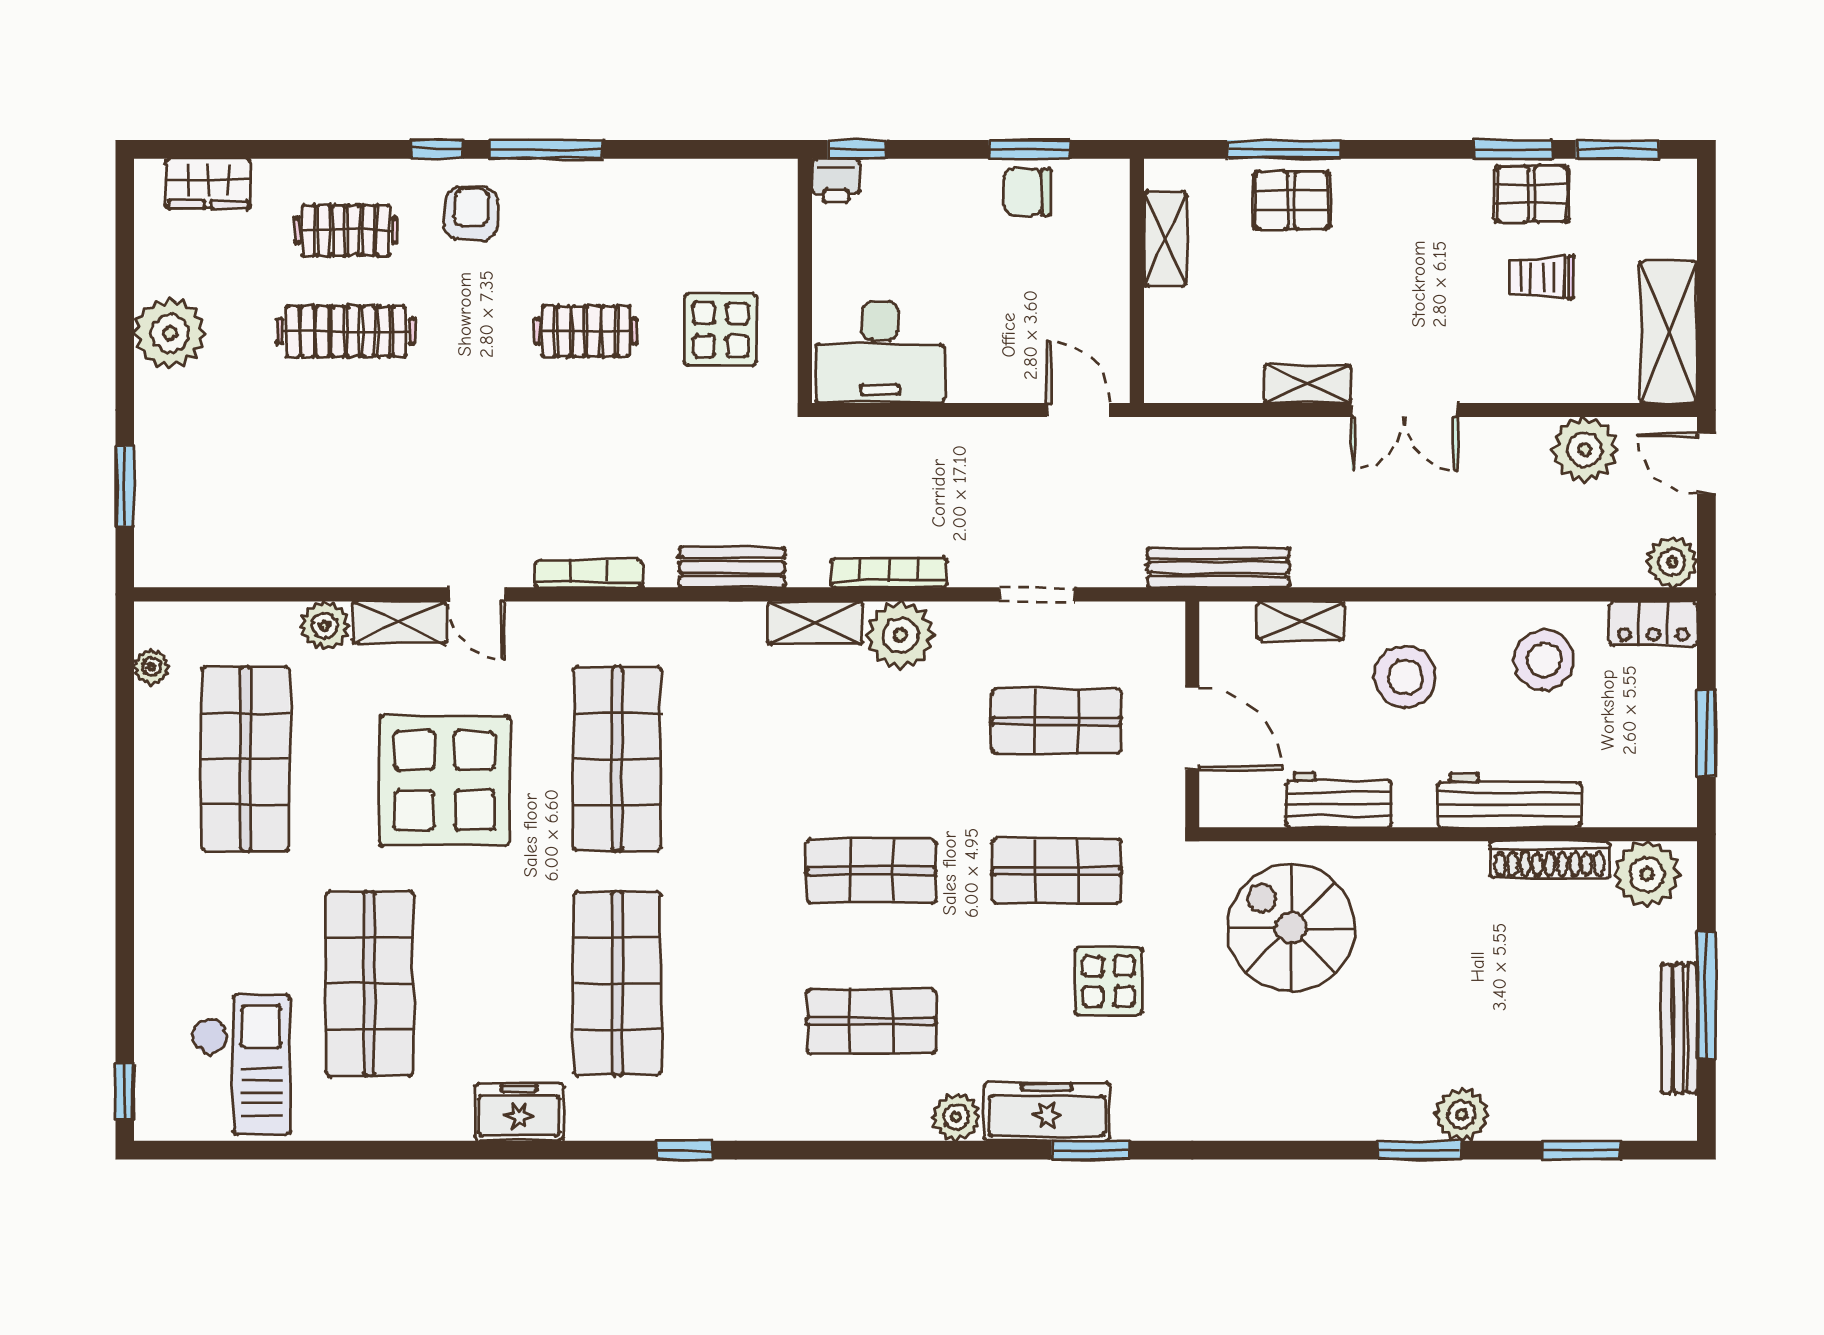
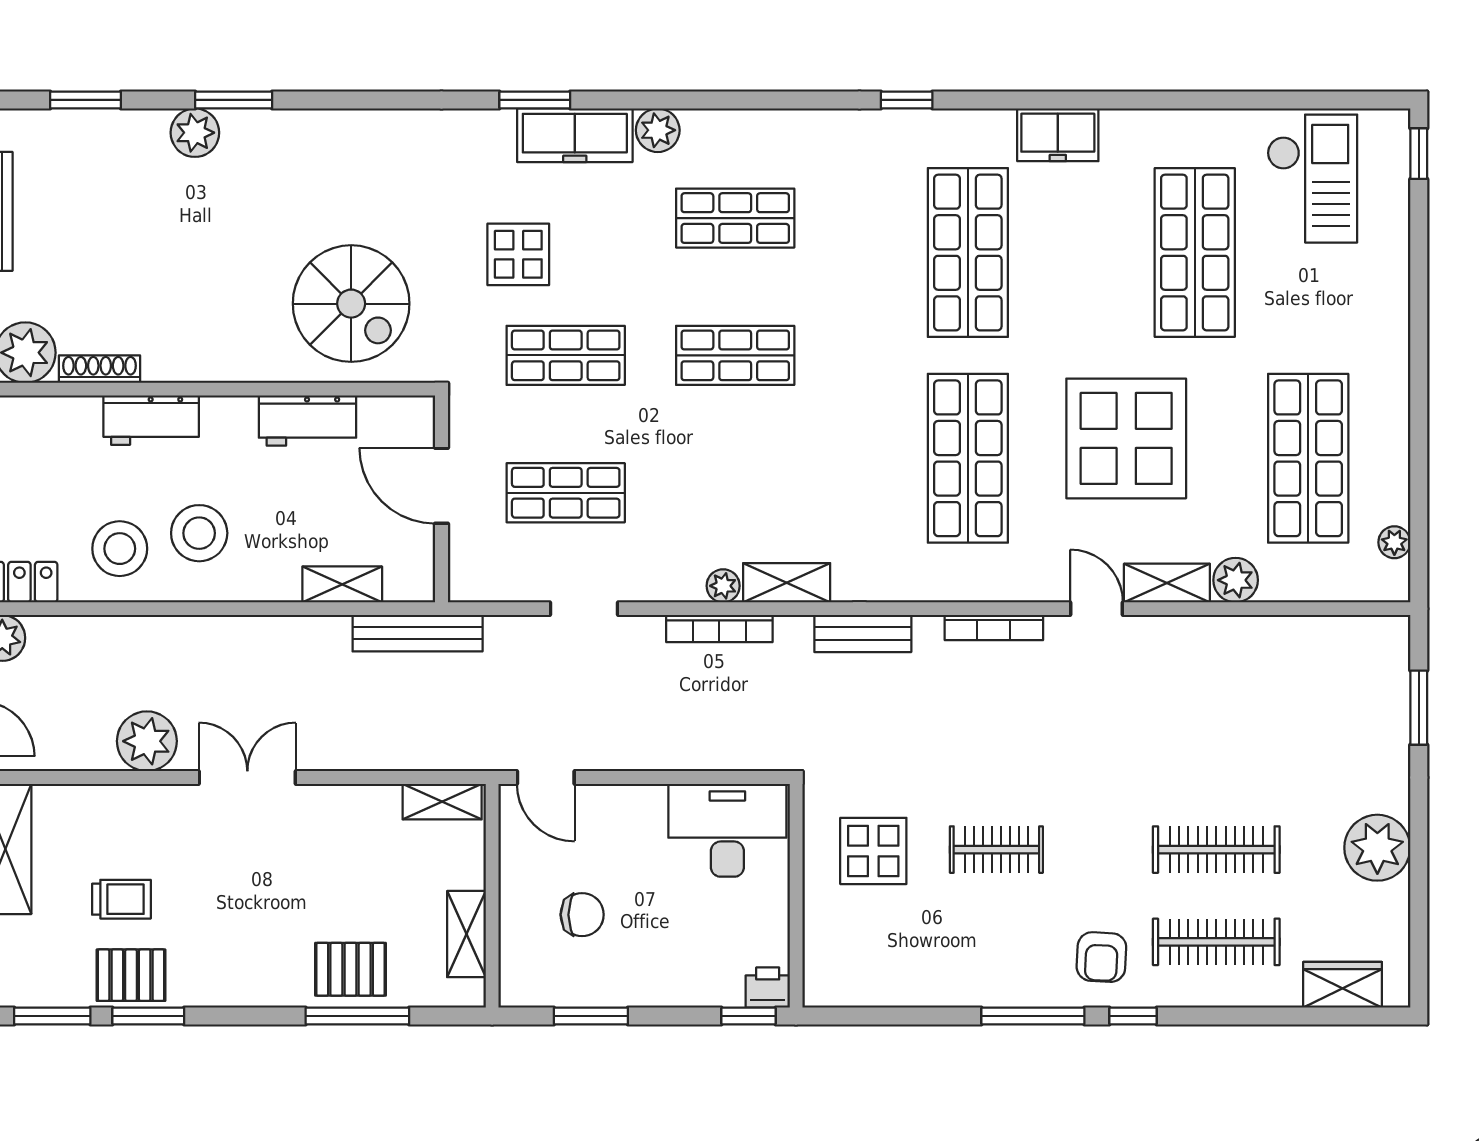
chair: (1027, 192) -> (582, 915), moved
clothes rail: (346, 230) -> (1216, 942), width x1.36
shelving: (1308, 384) -> (442, 802), moved
plant: (1585, 450) -> (147, 741), moved
plant: (900, 635) -> (723, 586), width x0.53, depth x0.53
stool: (1405, 677) -> (199, 533), moved
workbench: (1509, 800) -> (151, 420), width x0.73
shoe rack: (1550, 860) -> (99, 369), width x0.74, depth x0.81
checkout: (241, 1064) -> (1312, 179), turned 180

